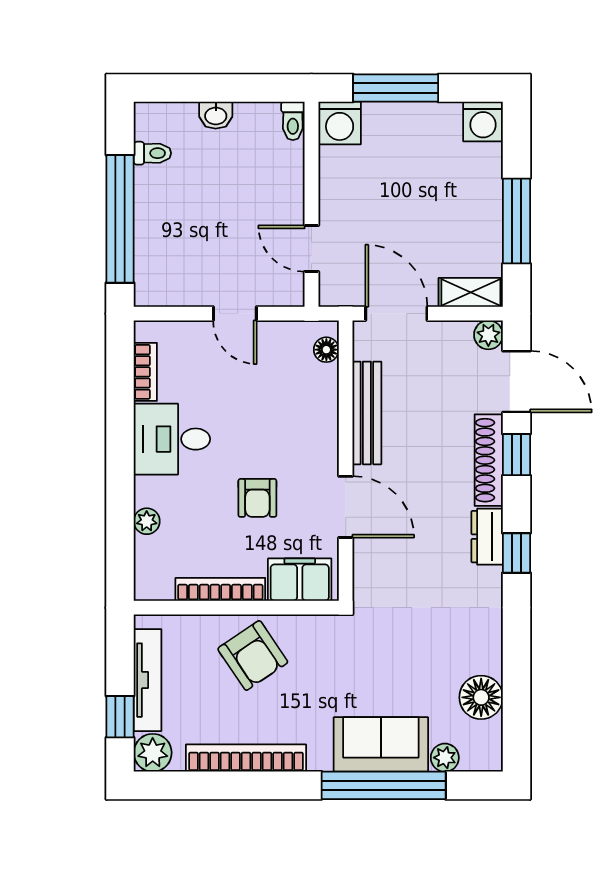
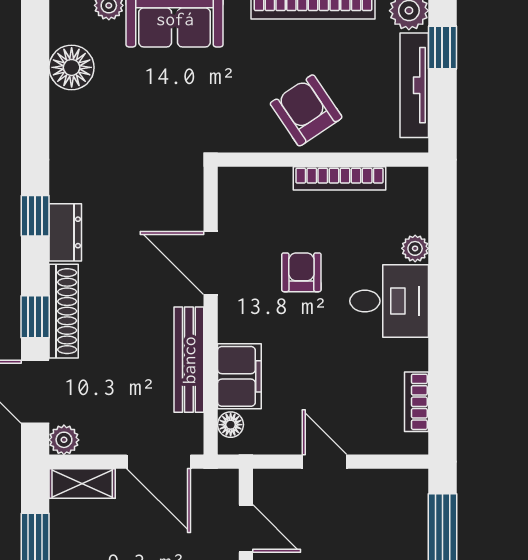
desk: (172, 439) -> (389, 301), moved
filing cabinet: (300, 580) -> (239, 376), moved, turned -90

